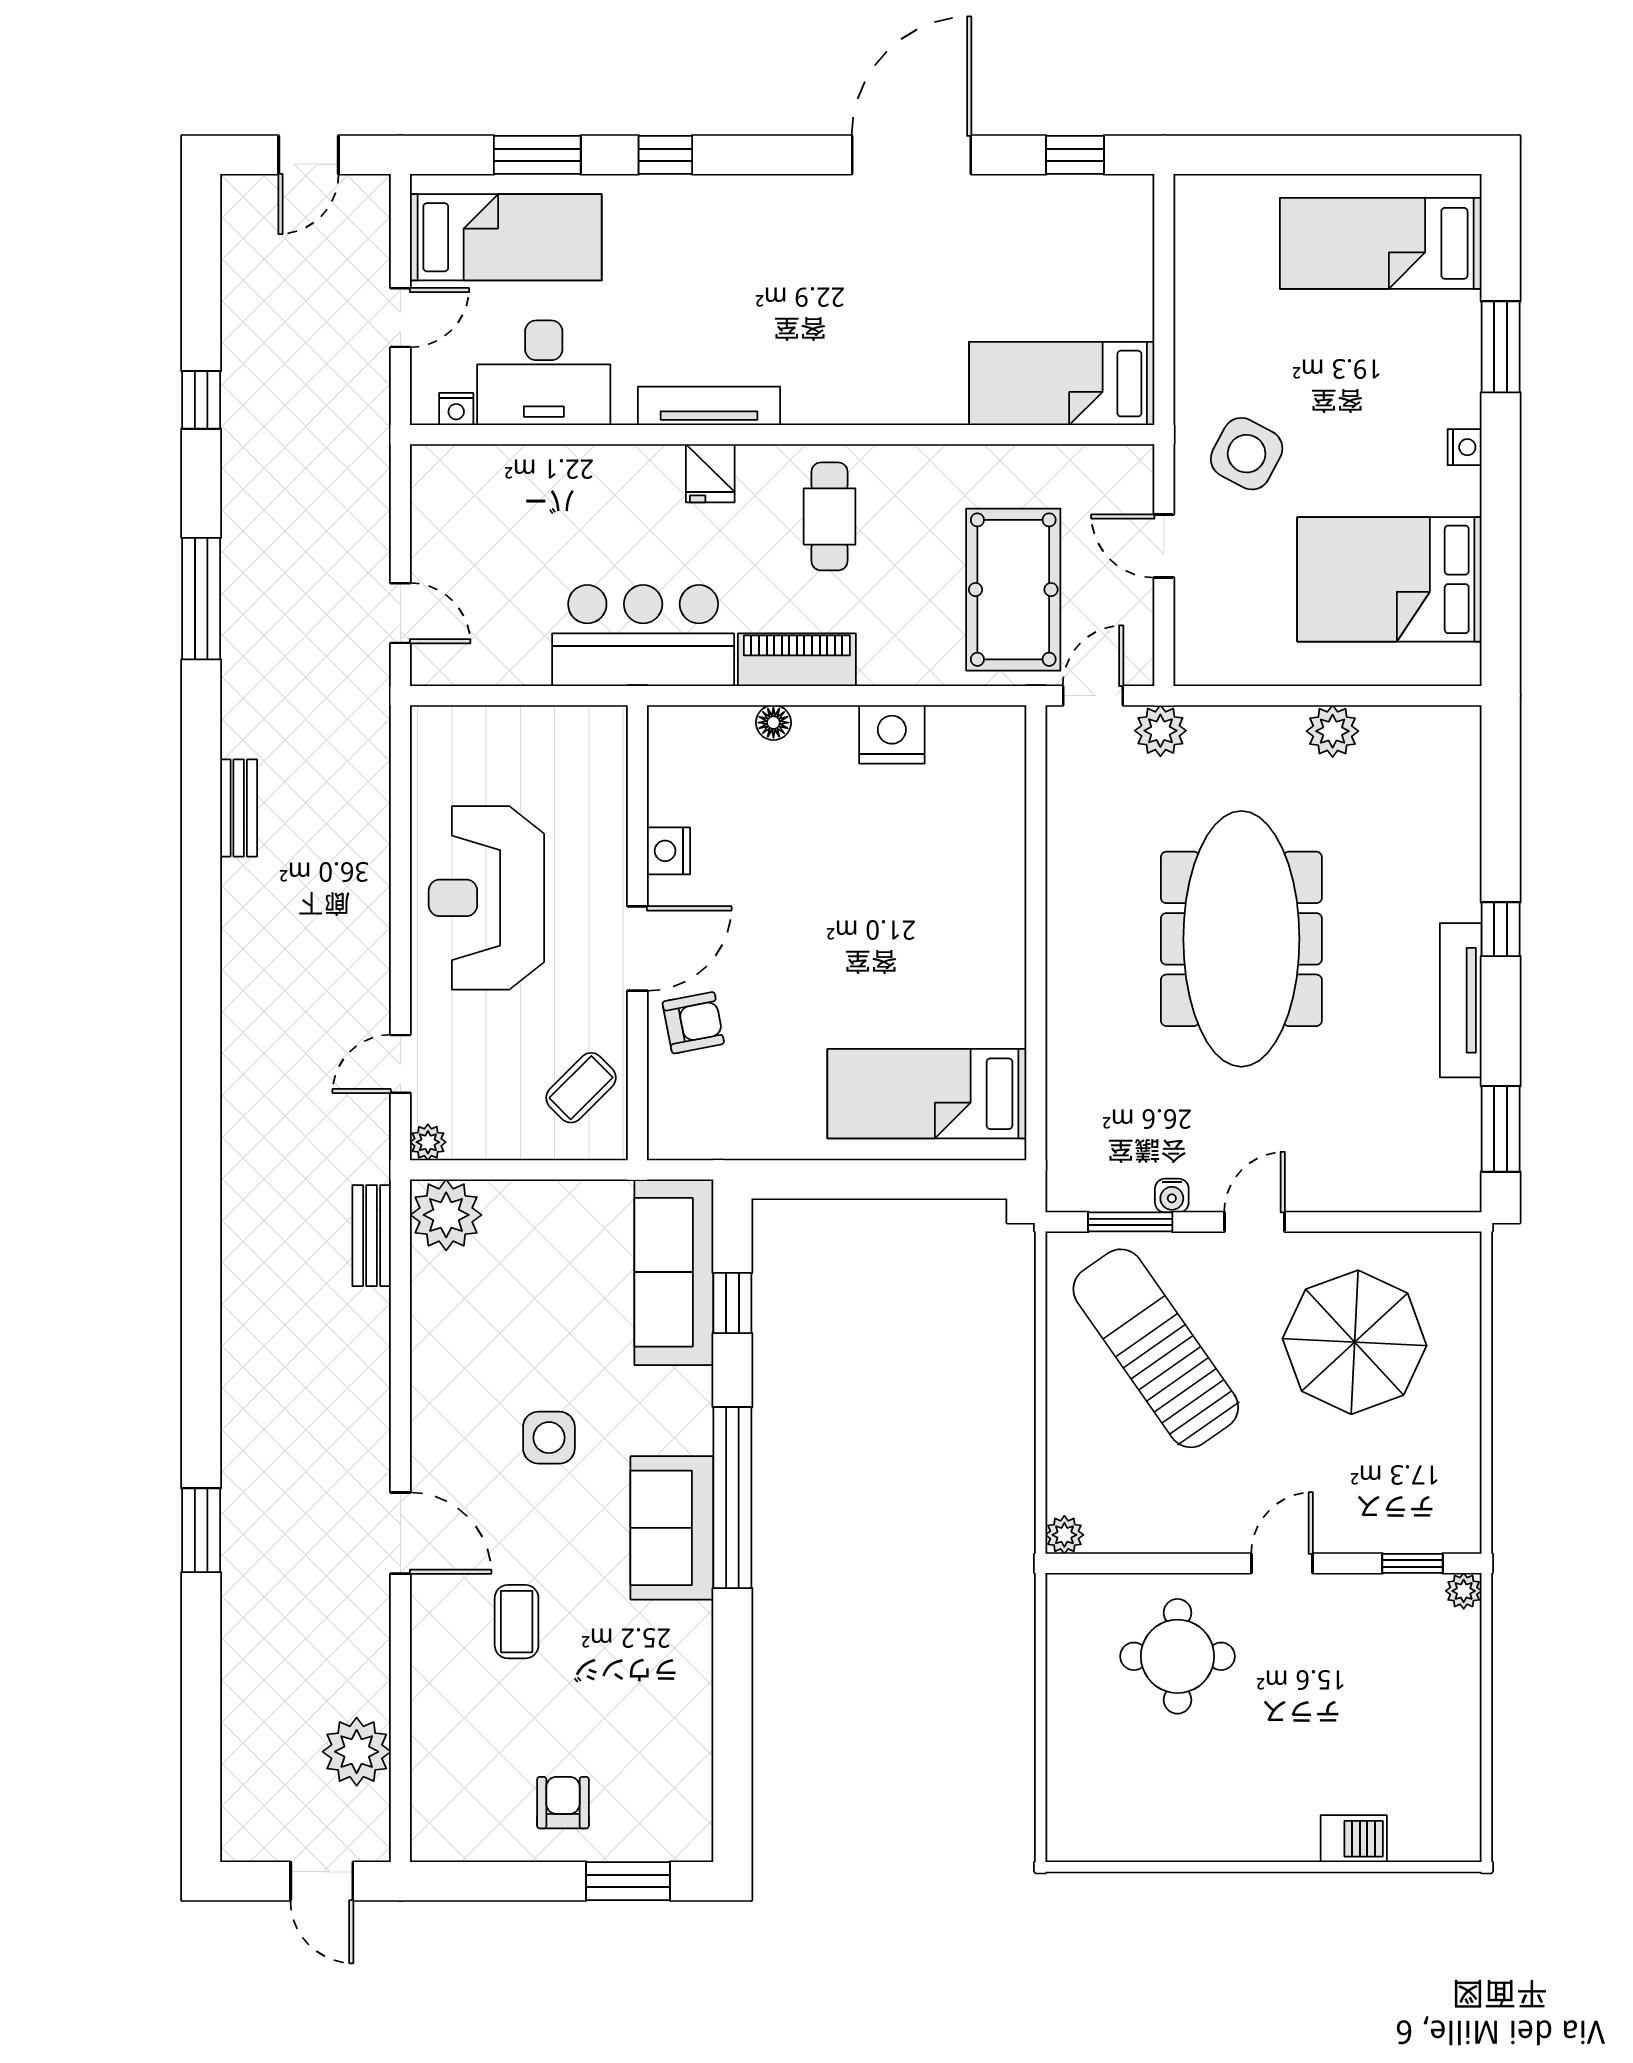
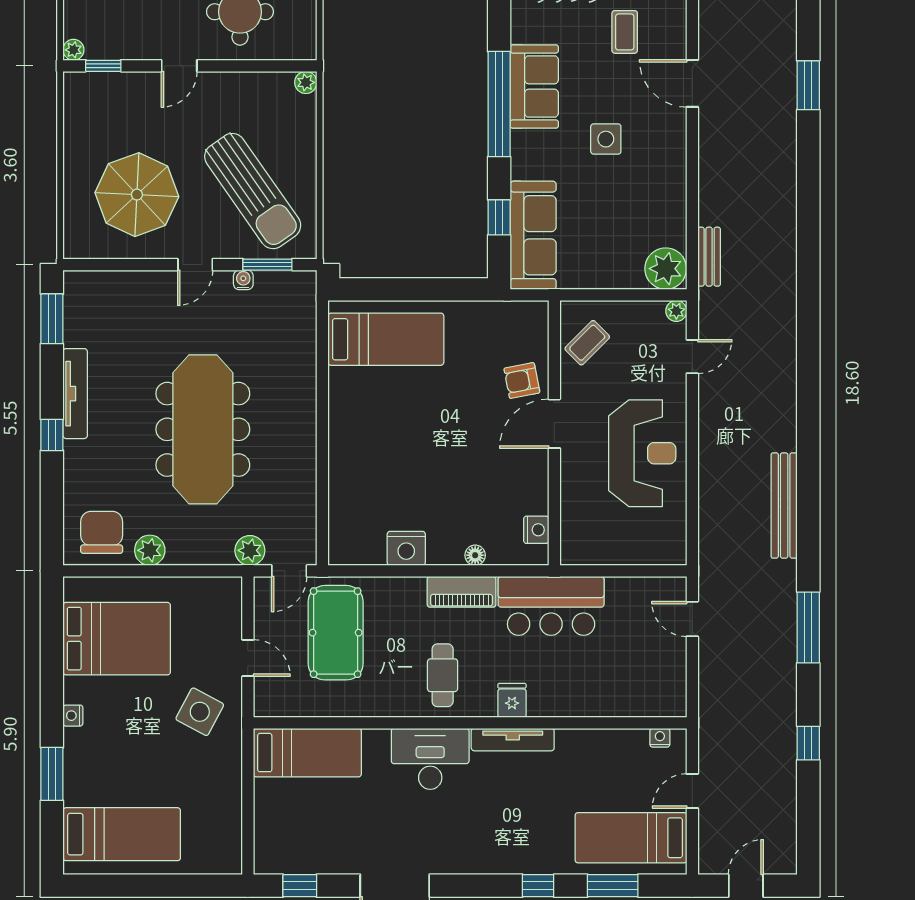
desk: (544, 373) -> (430, 759), moved
chair: (1415, 762) -> (102, 532), added
bench: (239, 808) -> (784, 506), width x1.86, depth x1.21
nightstand: (669, 851) -> (536, 530), moved

